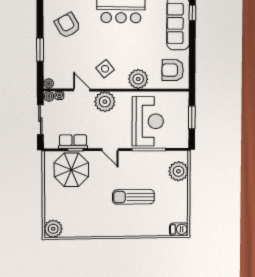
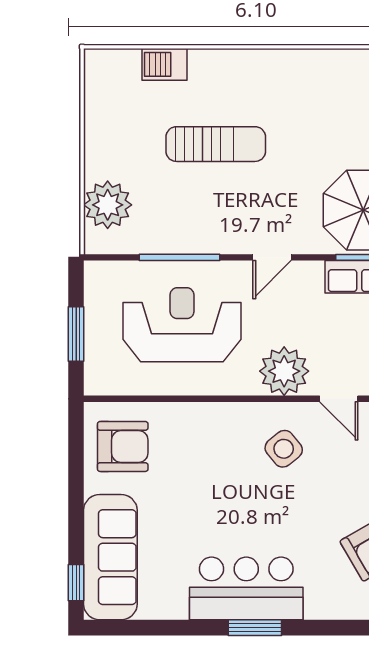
plant: (138, 79) -> (205, 425), removed
reception desk: (148, 121) -> (182, 325), turned 90
door: (110, 150) -> (272, 257), swing flipped
barbecue: (179, 229) -> (164, 64), moved

